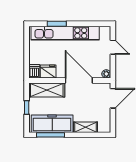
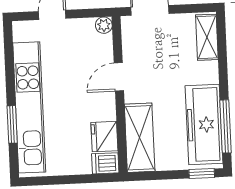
door: (79, 80) -> (119, 77), width x0.53
window: (27, 107) -> (202, 173), moved
shelving: (86, 127) -> (207, 37), moved

